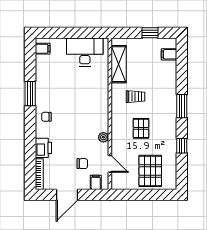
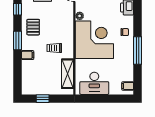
filing cabinet: (169, 54) -> (28, 55), moved
window: (30, 94) -> (138, 50), width x1.44
corner desk: (85, 107) -> (94, 40), added
pallet: (141, 128) -> (33, 27), moved

